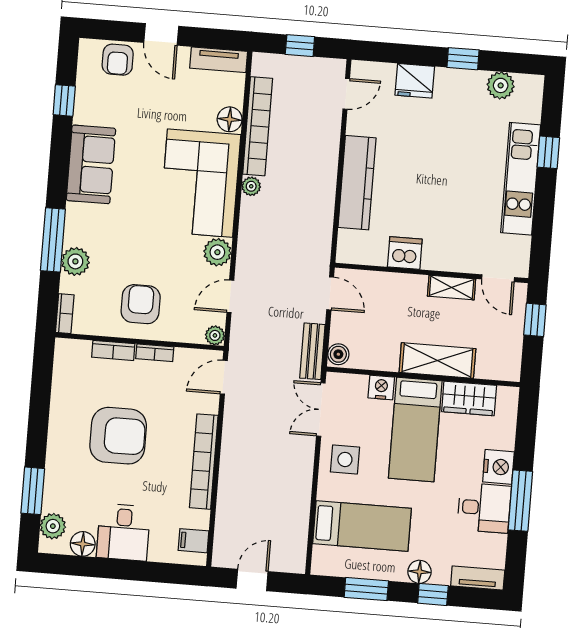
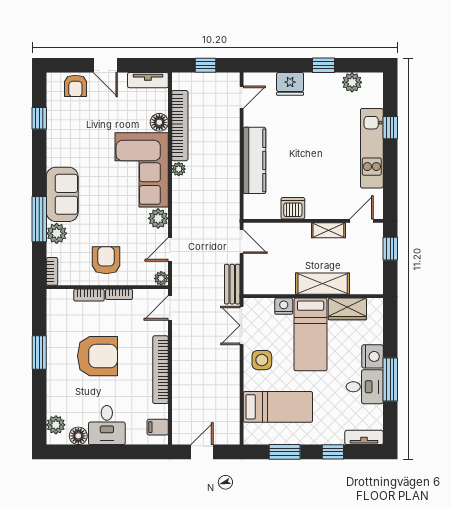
sofa: (91, 164) -> (62, 194), moved
door: (498, 278) -> (361, 221), swing flipped
boiler: (338, 354) -> (251, 285), removed
window: (33, 491) -> (39, 353), moved
floor lamp: (420, 572) -> (322, 436), removed

